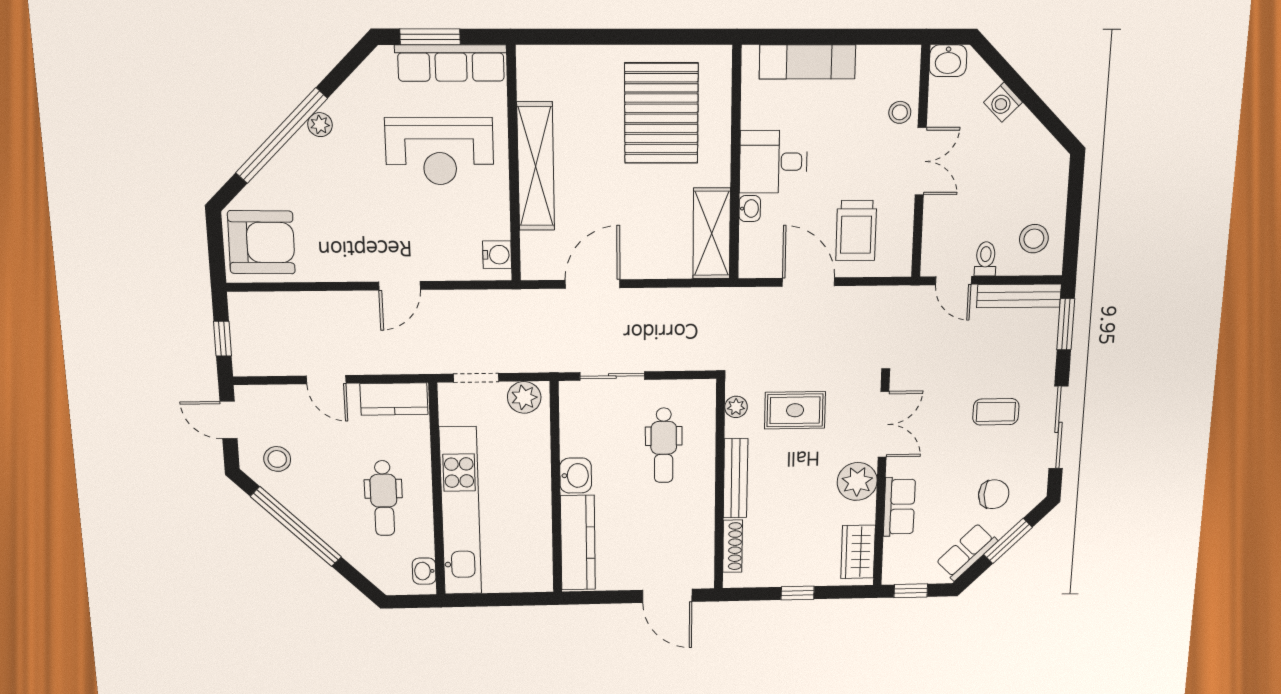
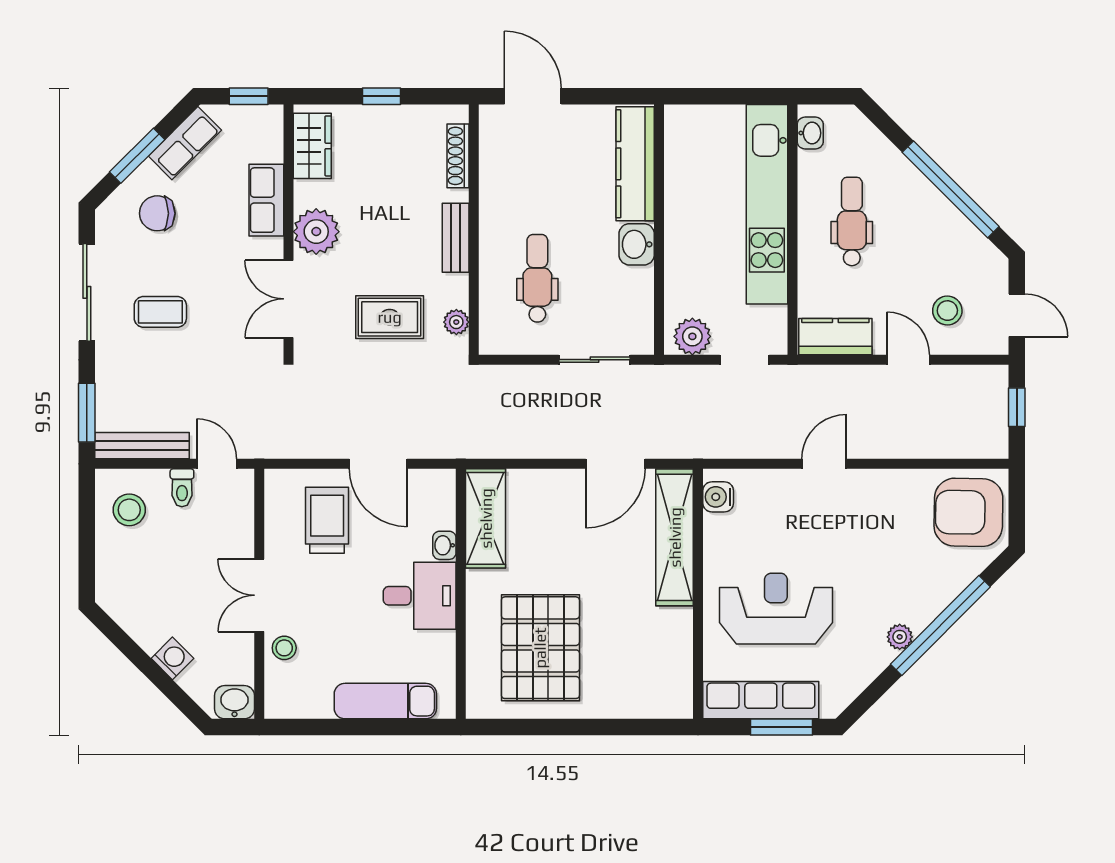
shelving: (536, 166) -> (675, 537), moved
stool: (277, 459) -> (947, 311), moved
bench: (736, 478) -> (456, 238), width x0.73

